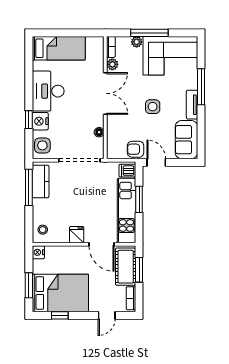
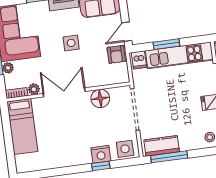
bed: (59, 48) -> (22, 127), moved, turned 180
desk: (48, 91) -> (69, 150), removed
floor lamp: (99, 132) -> (100, 98), width x1.89, depth x1.89

